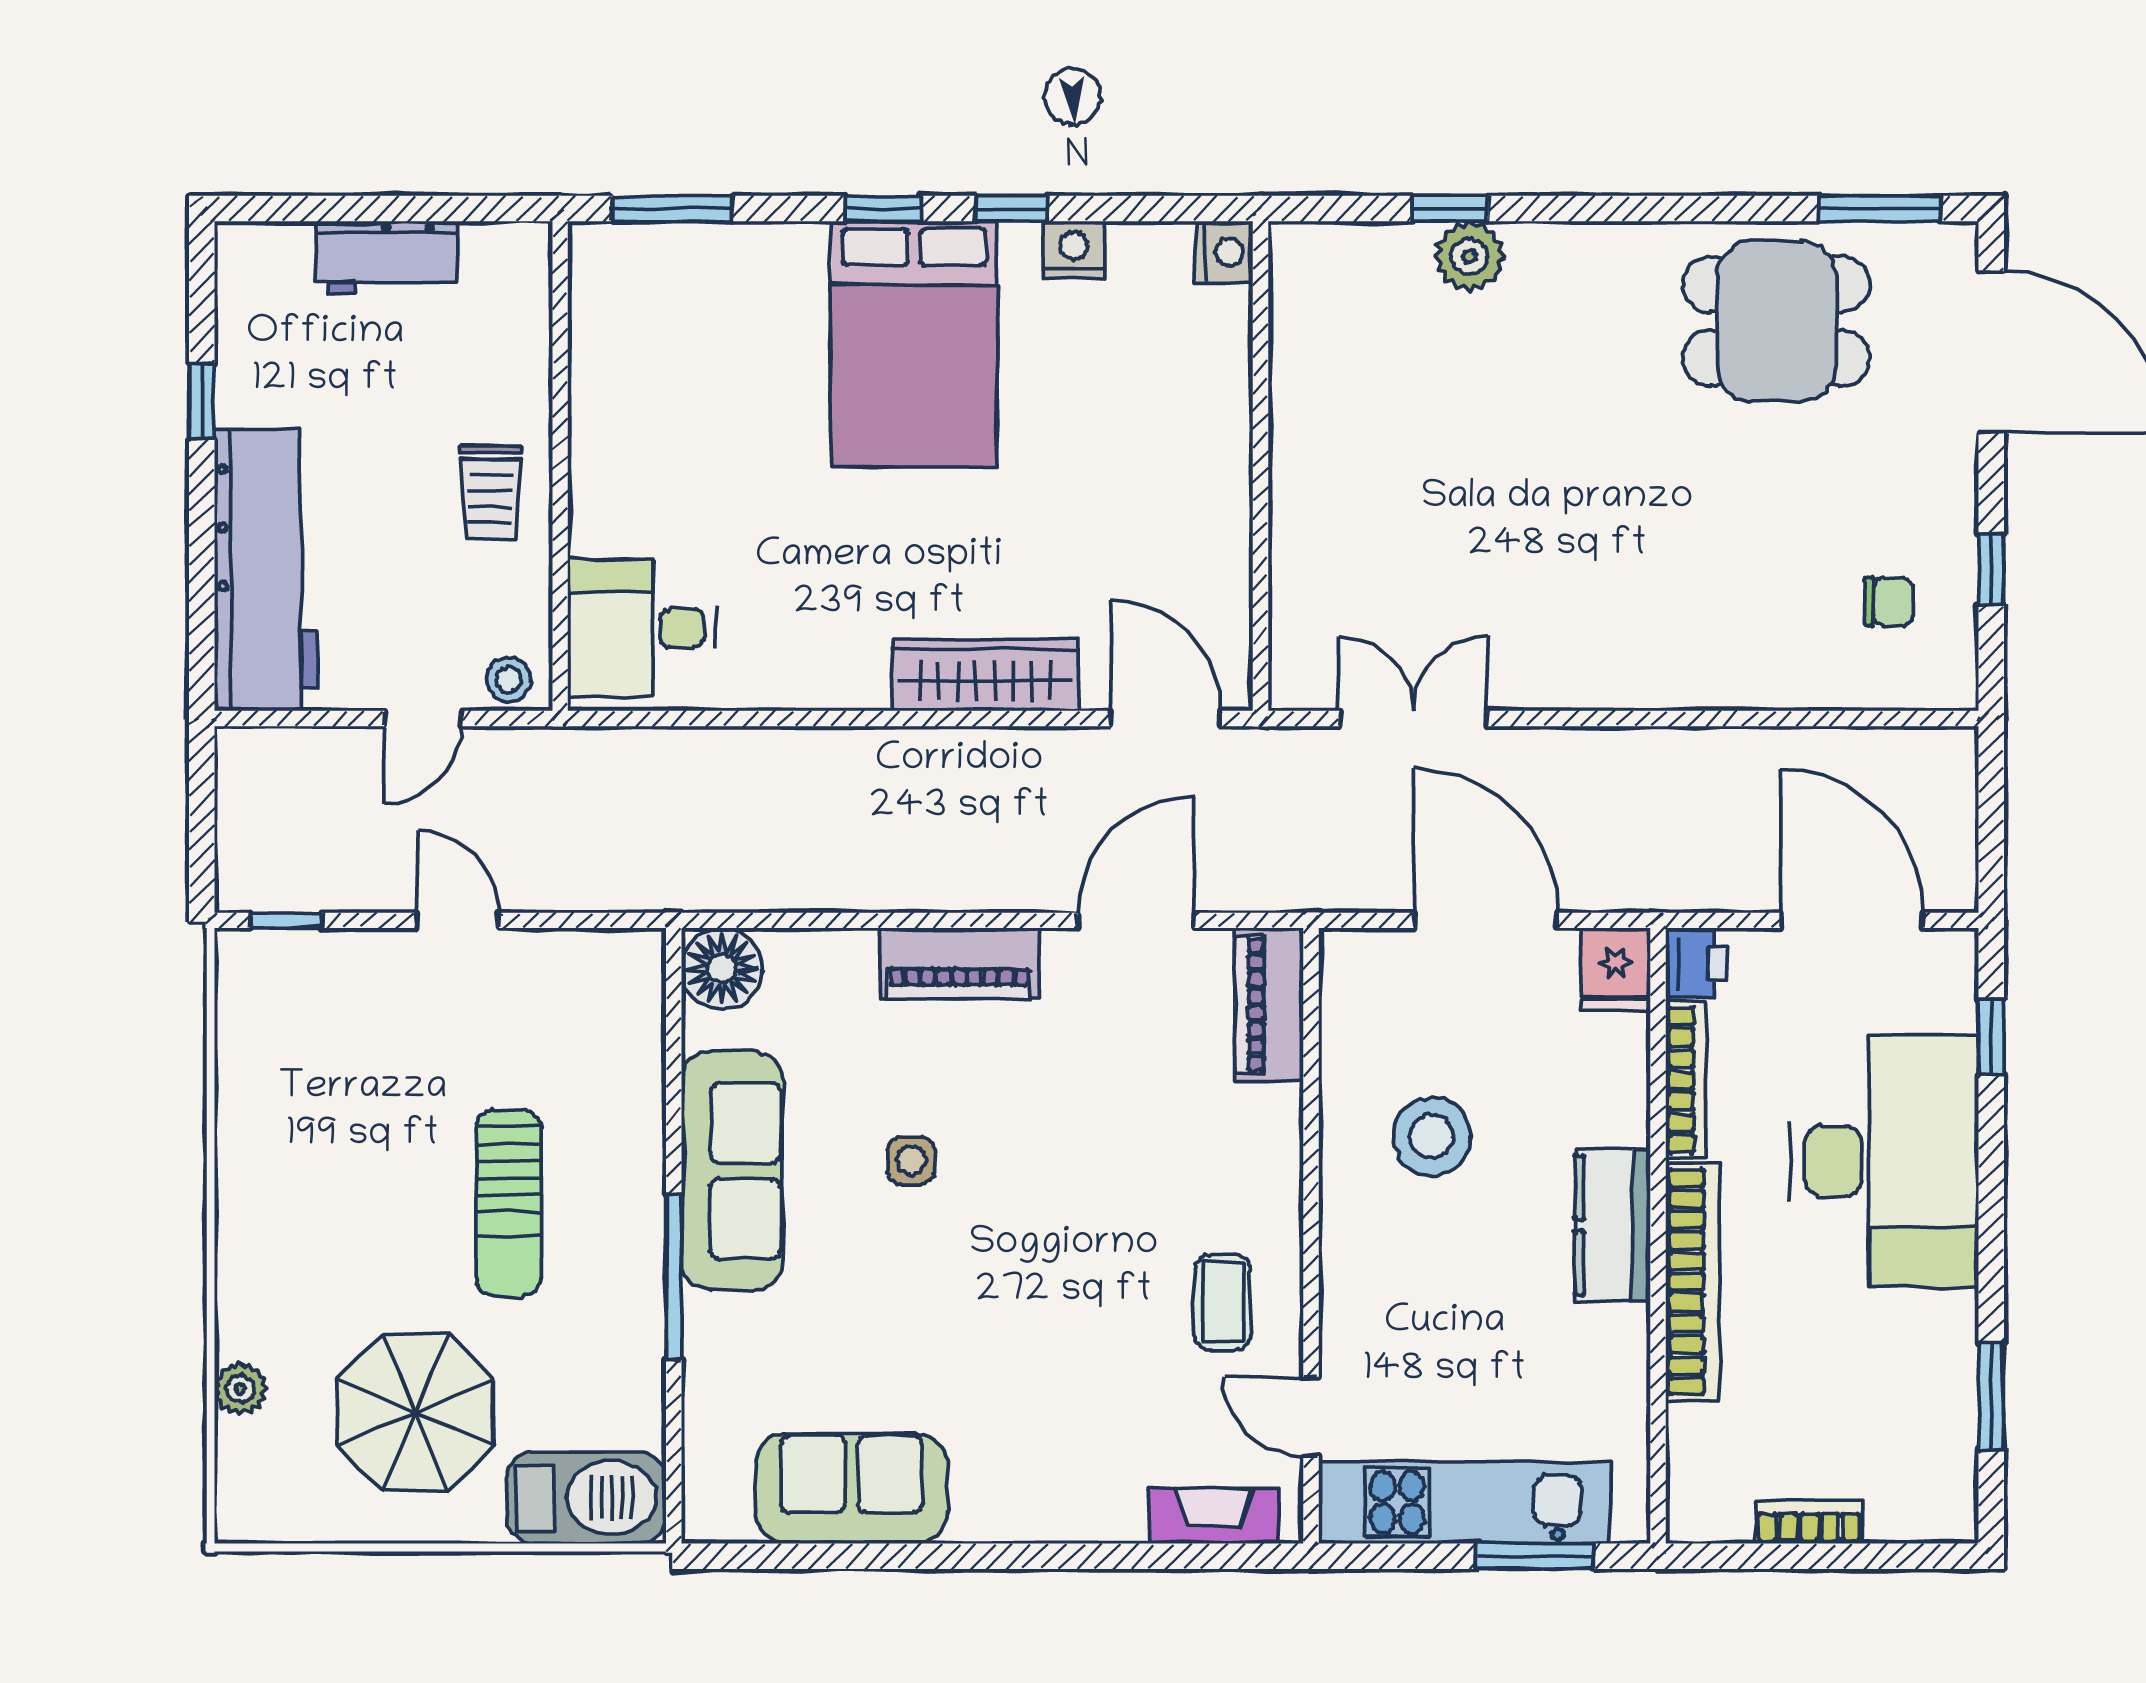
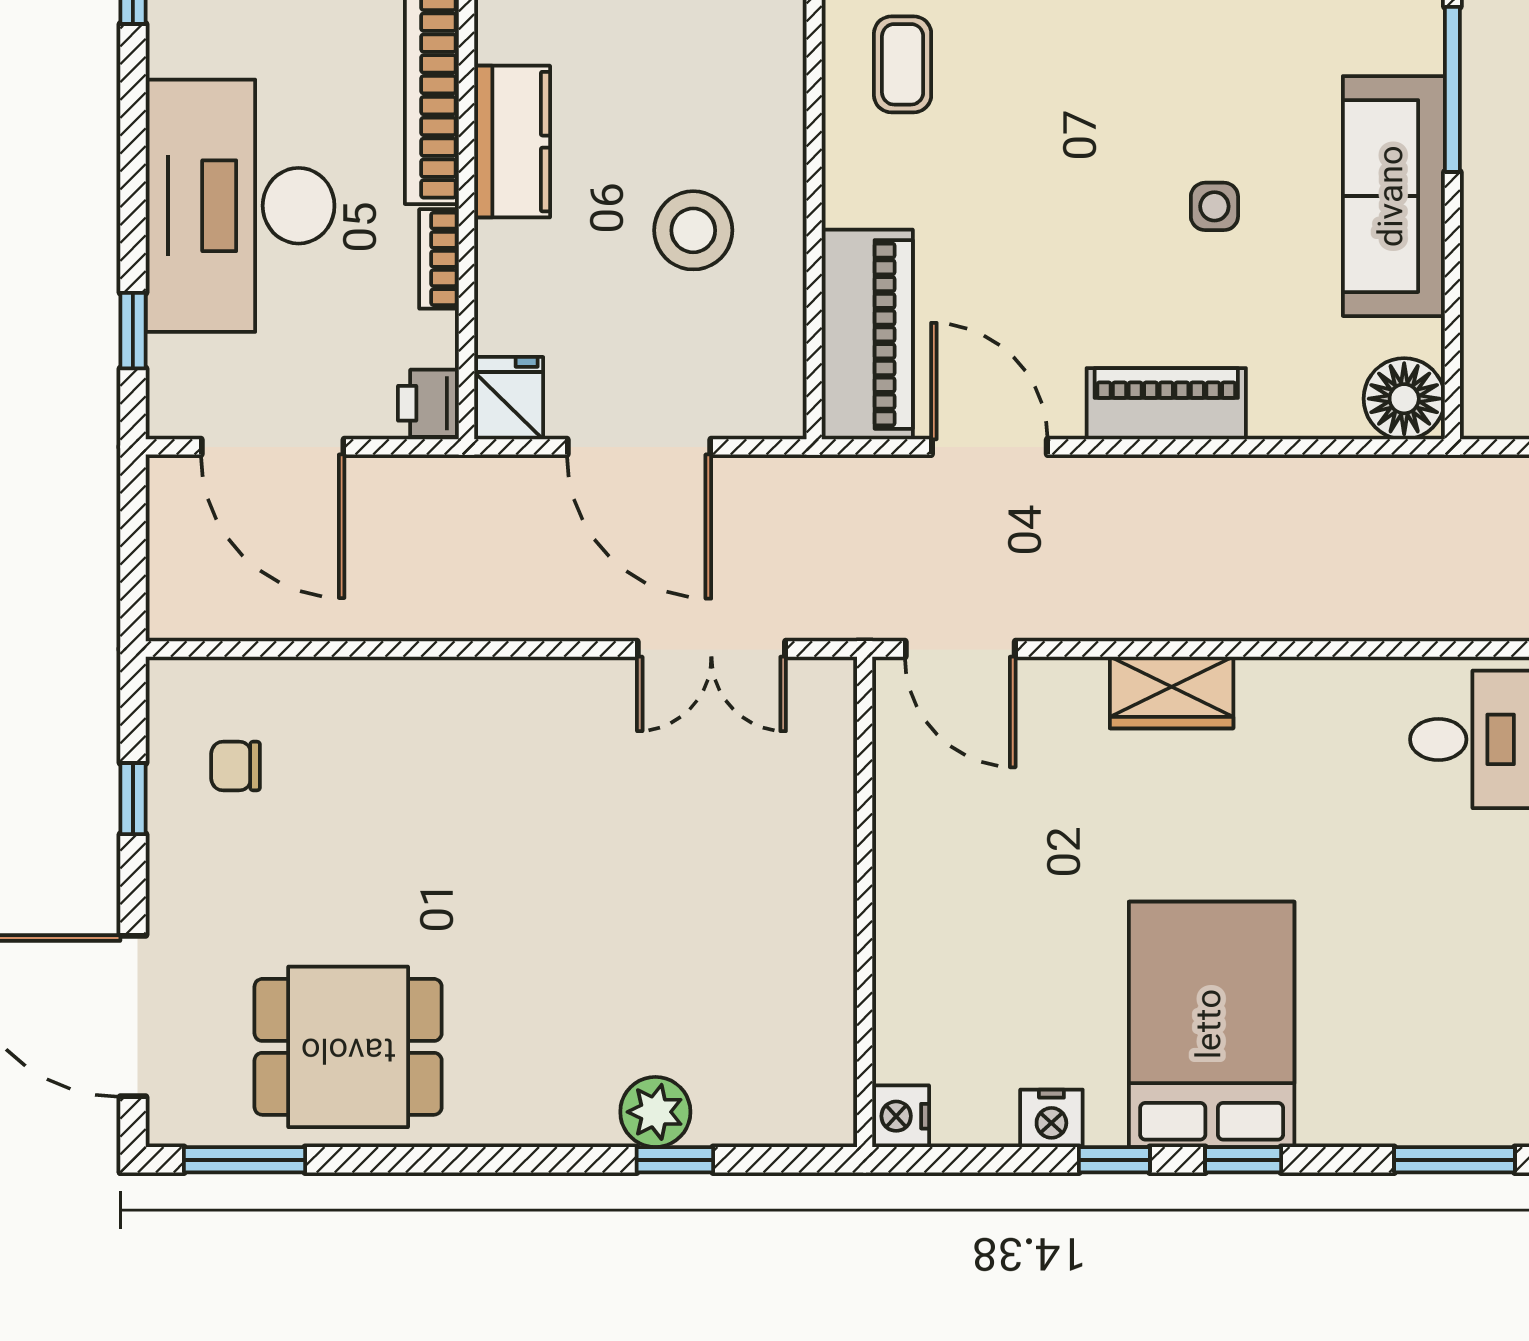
wardrobe: (985, 675) -> (1172, 692), width x0.67
door: (1136, 920) -> (989, 447), swing flipped
piano: (1269, 1005) -> (867, 334), width x1.37, depth x1.33
bookcase: (1685, 1080) -> (439, 259), width x0.64

